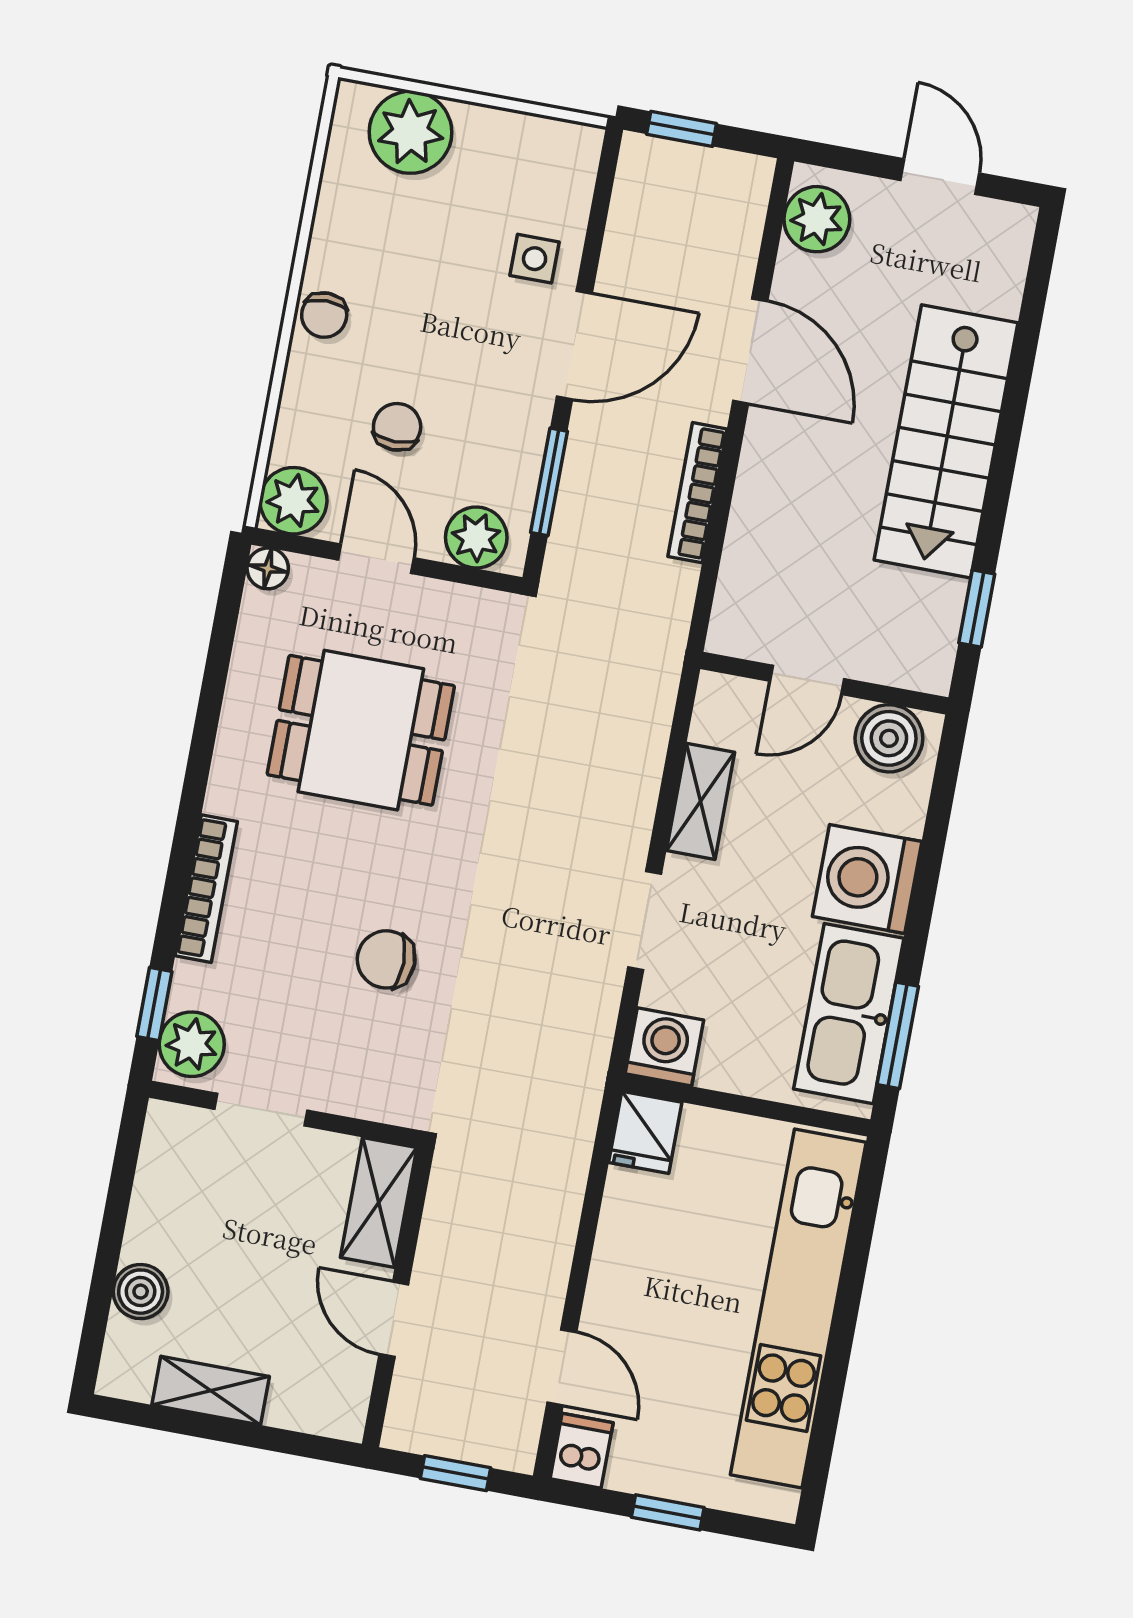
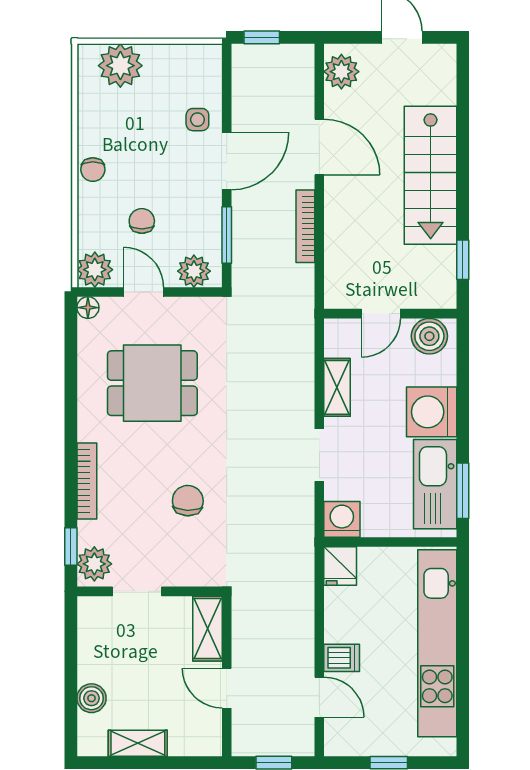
chair: (386, 959) -> (188, 501), turned 92
dishwasher: (582, 1451) -> (342, 658), moved, turned 90

